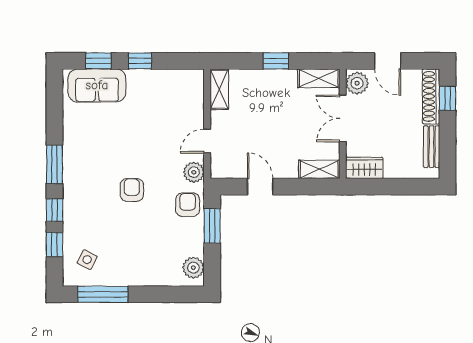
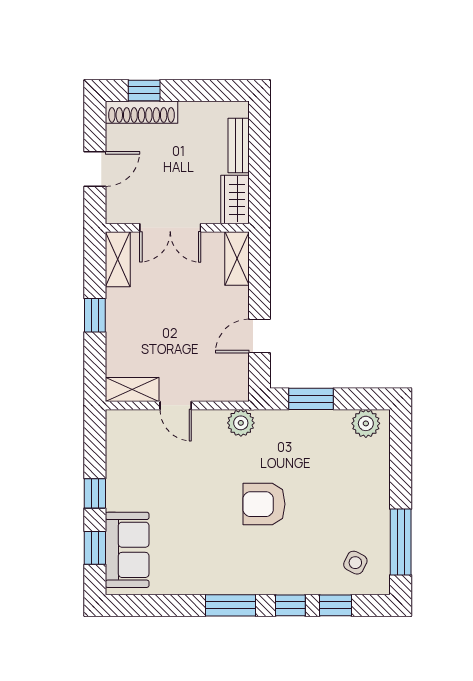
plant: (357, 83) -> (124, 209), removed
door: (207, 141) -> (176, 405), moved
bench: (432, 147) -> (239, 145), moved, turned 90
armchair: (132, 190) -> (264, 504), width x1.38, depth x1.38
armchair: (188, 205) -> (283, 431), removed

